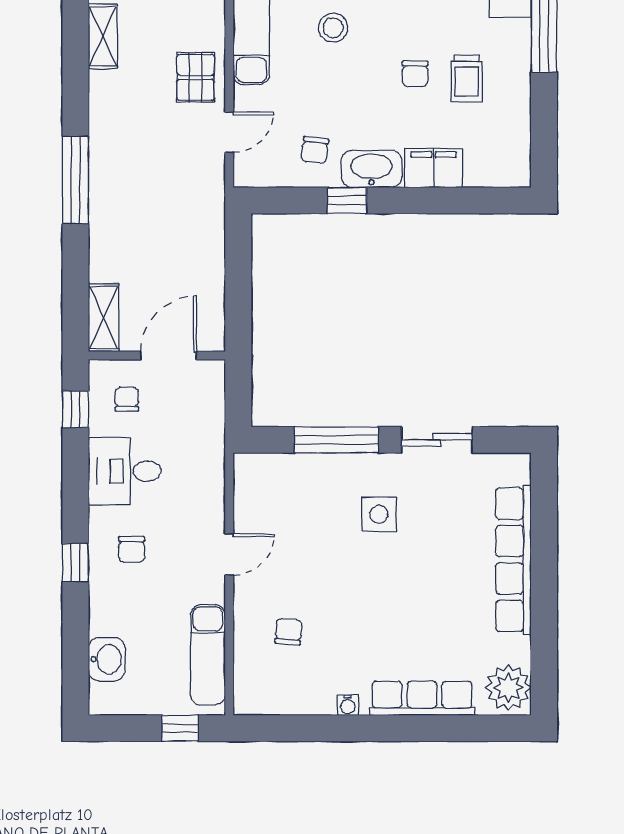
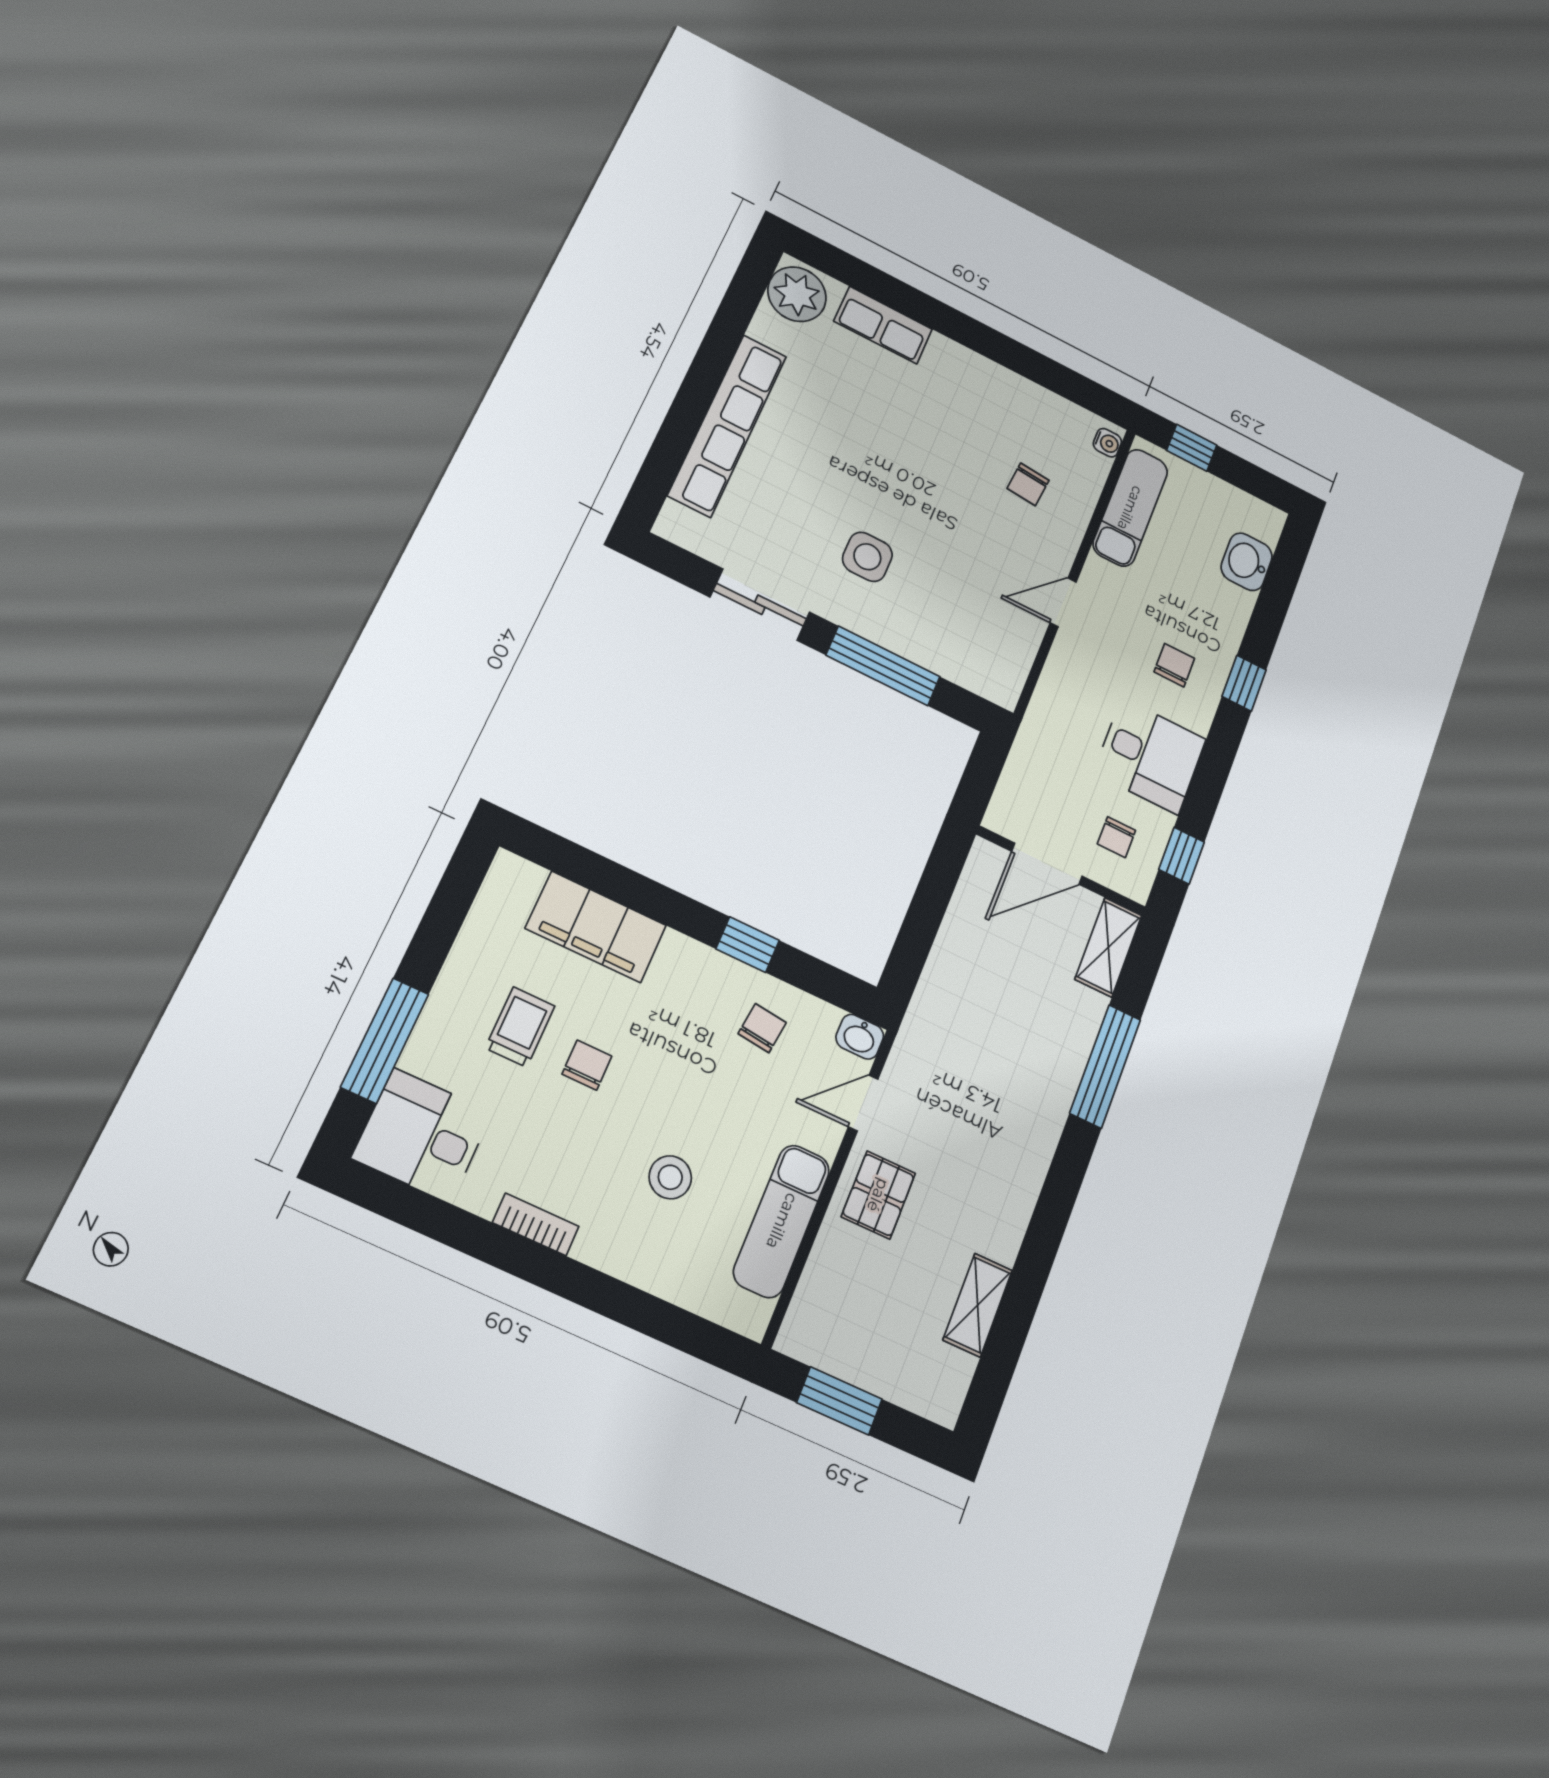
filing cabinet: (434, 168) -> (596, 927), width x1.50, depth x1.17
washbasin: (371, 169) -> (860, 1037), moved, width x0.52, depth x0.69
window: (75, 180) -> (1105, 1066), moved
row of seats: (422, 698) -> (883, 325), width x0.68
water cooler: (348, 705) -> (1107, 443), moved, turned 90

